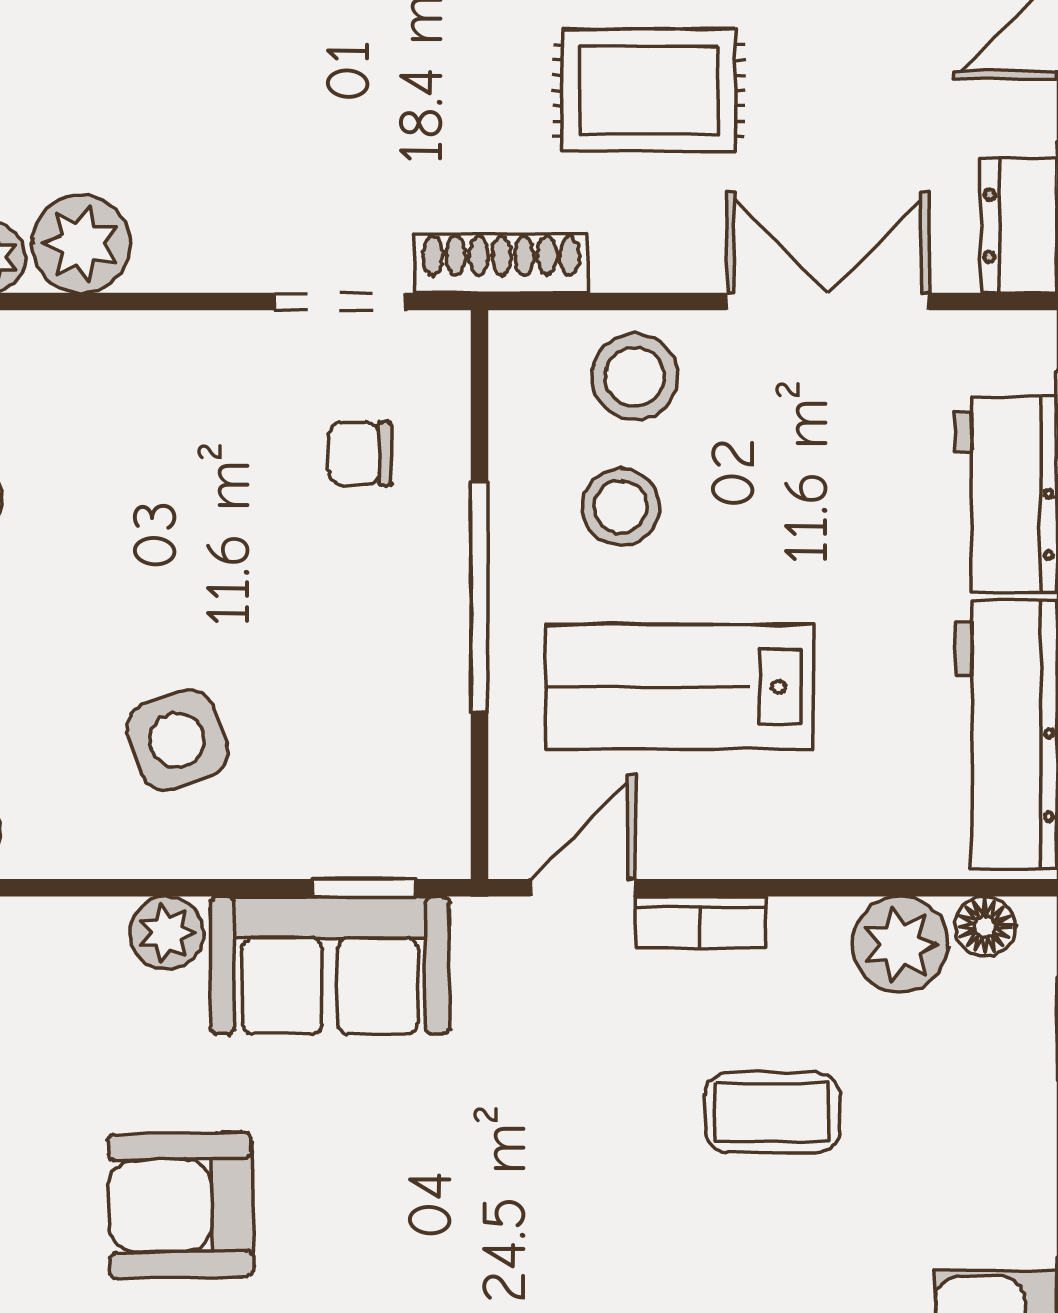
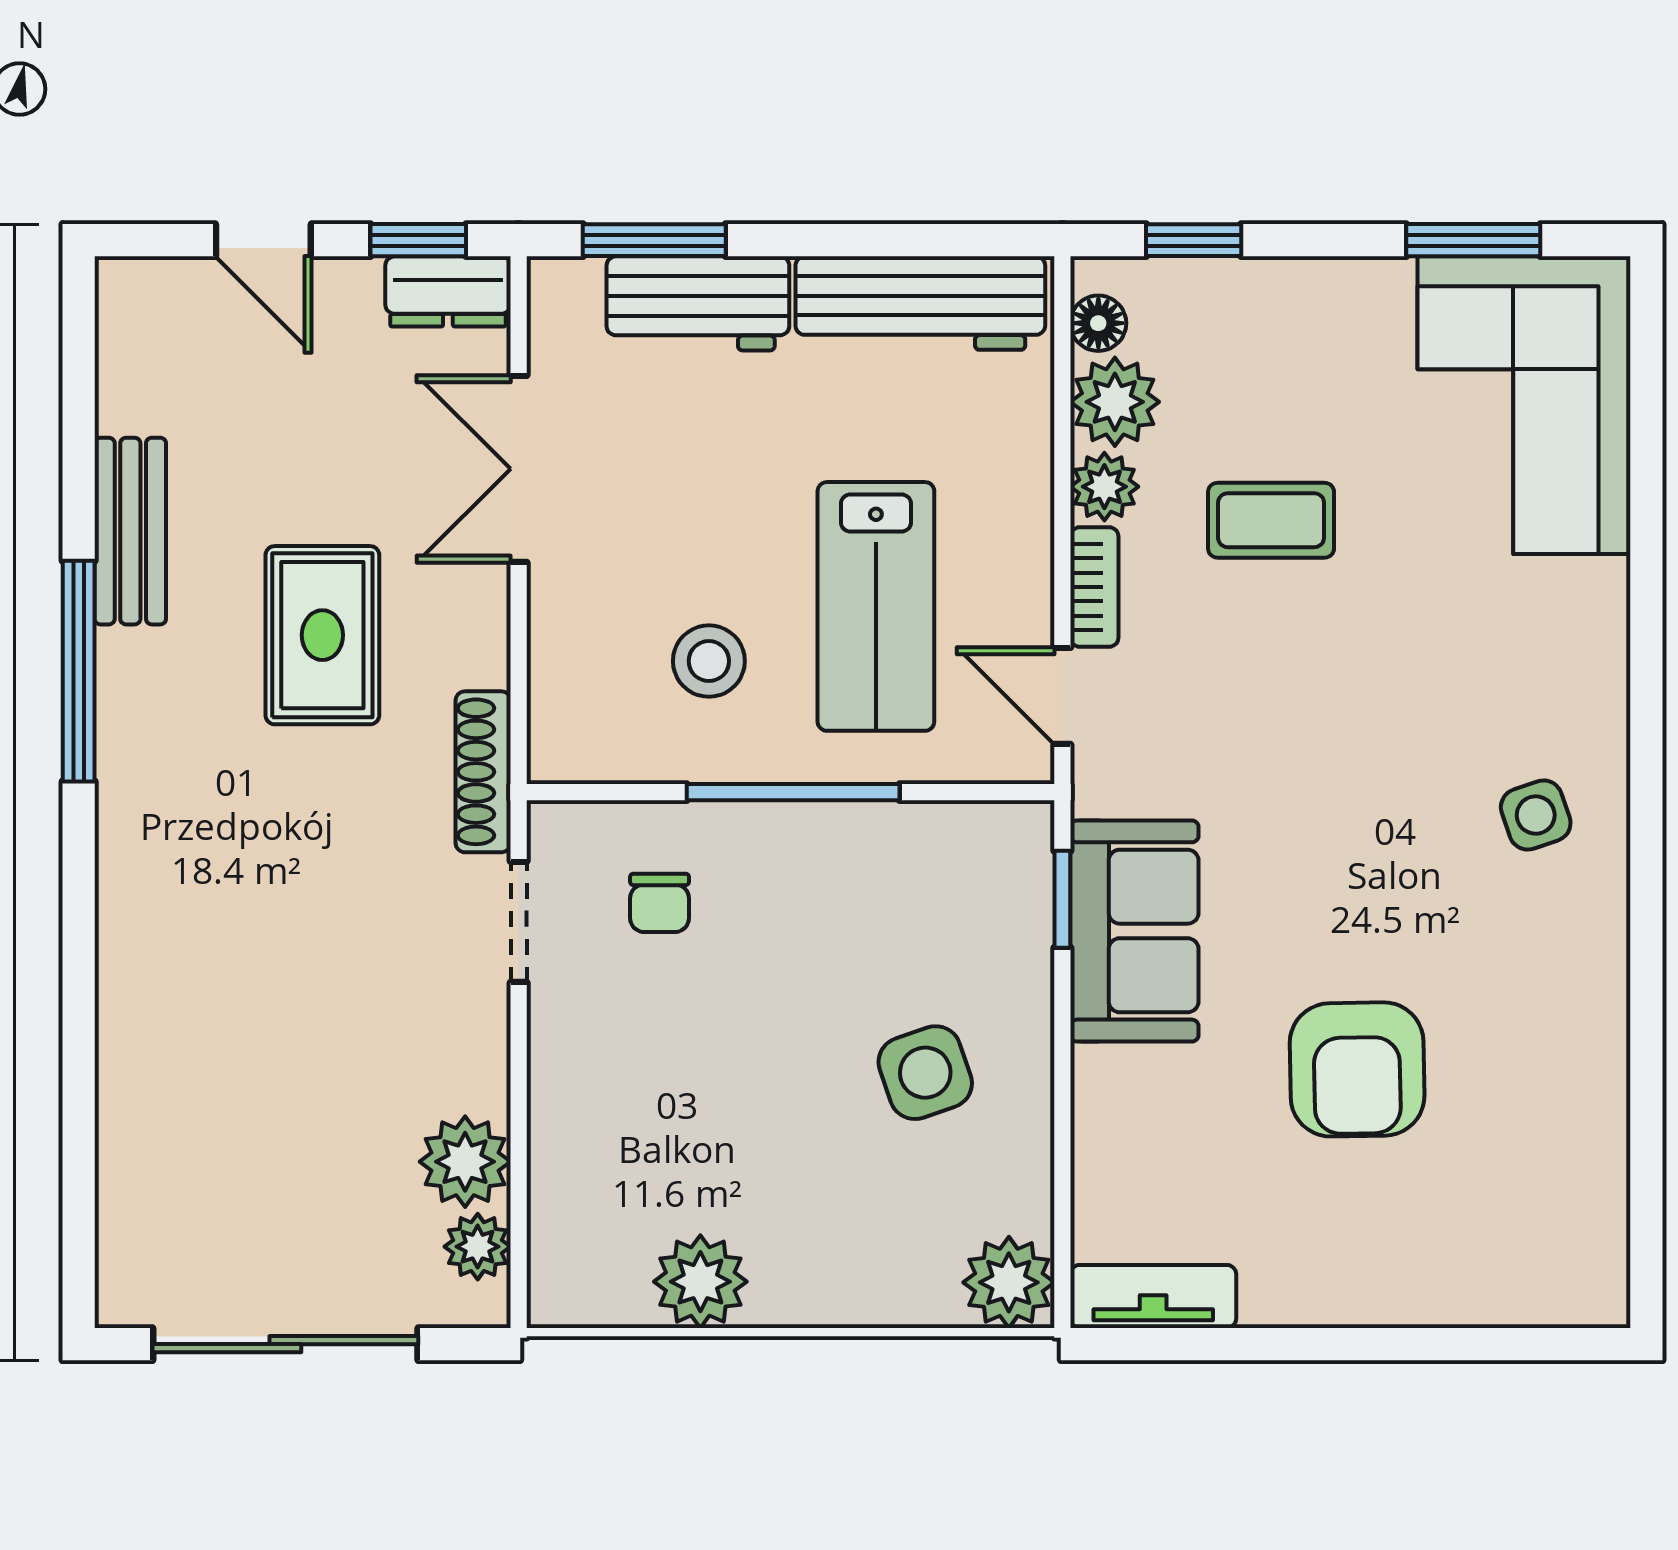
stool: (635, 377) -> (588, 648), removed
plant: (167, 933) -> (1104, 487), moved
coffee table: (772, 1113) -> (1271, 520), turned 90

